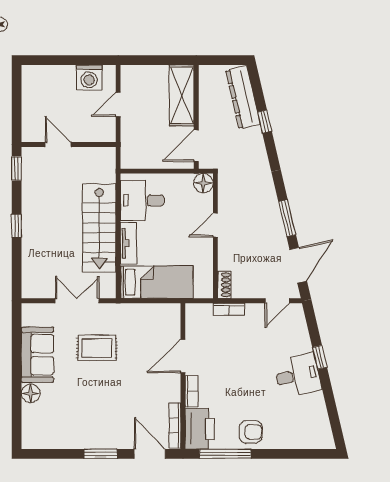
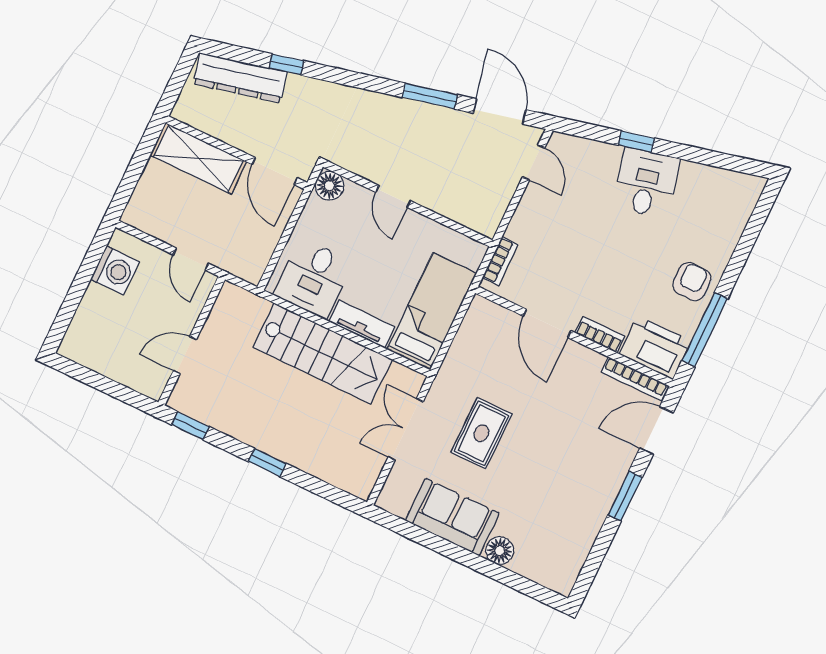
door: (118, 105) -> (191, 259), moved
shoe rack: (224, 285) -> (479, 223), removed
bookcase: (229, 309) -> (500, 261), moved

